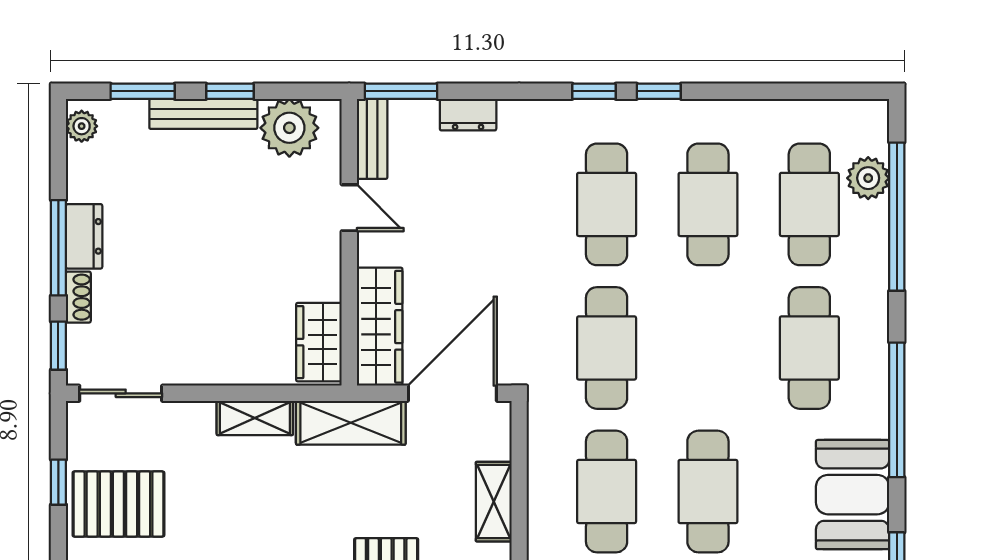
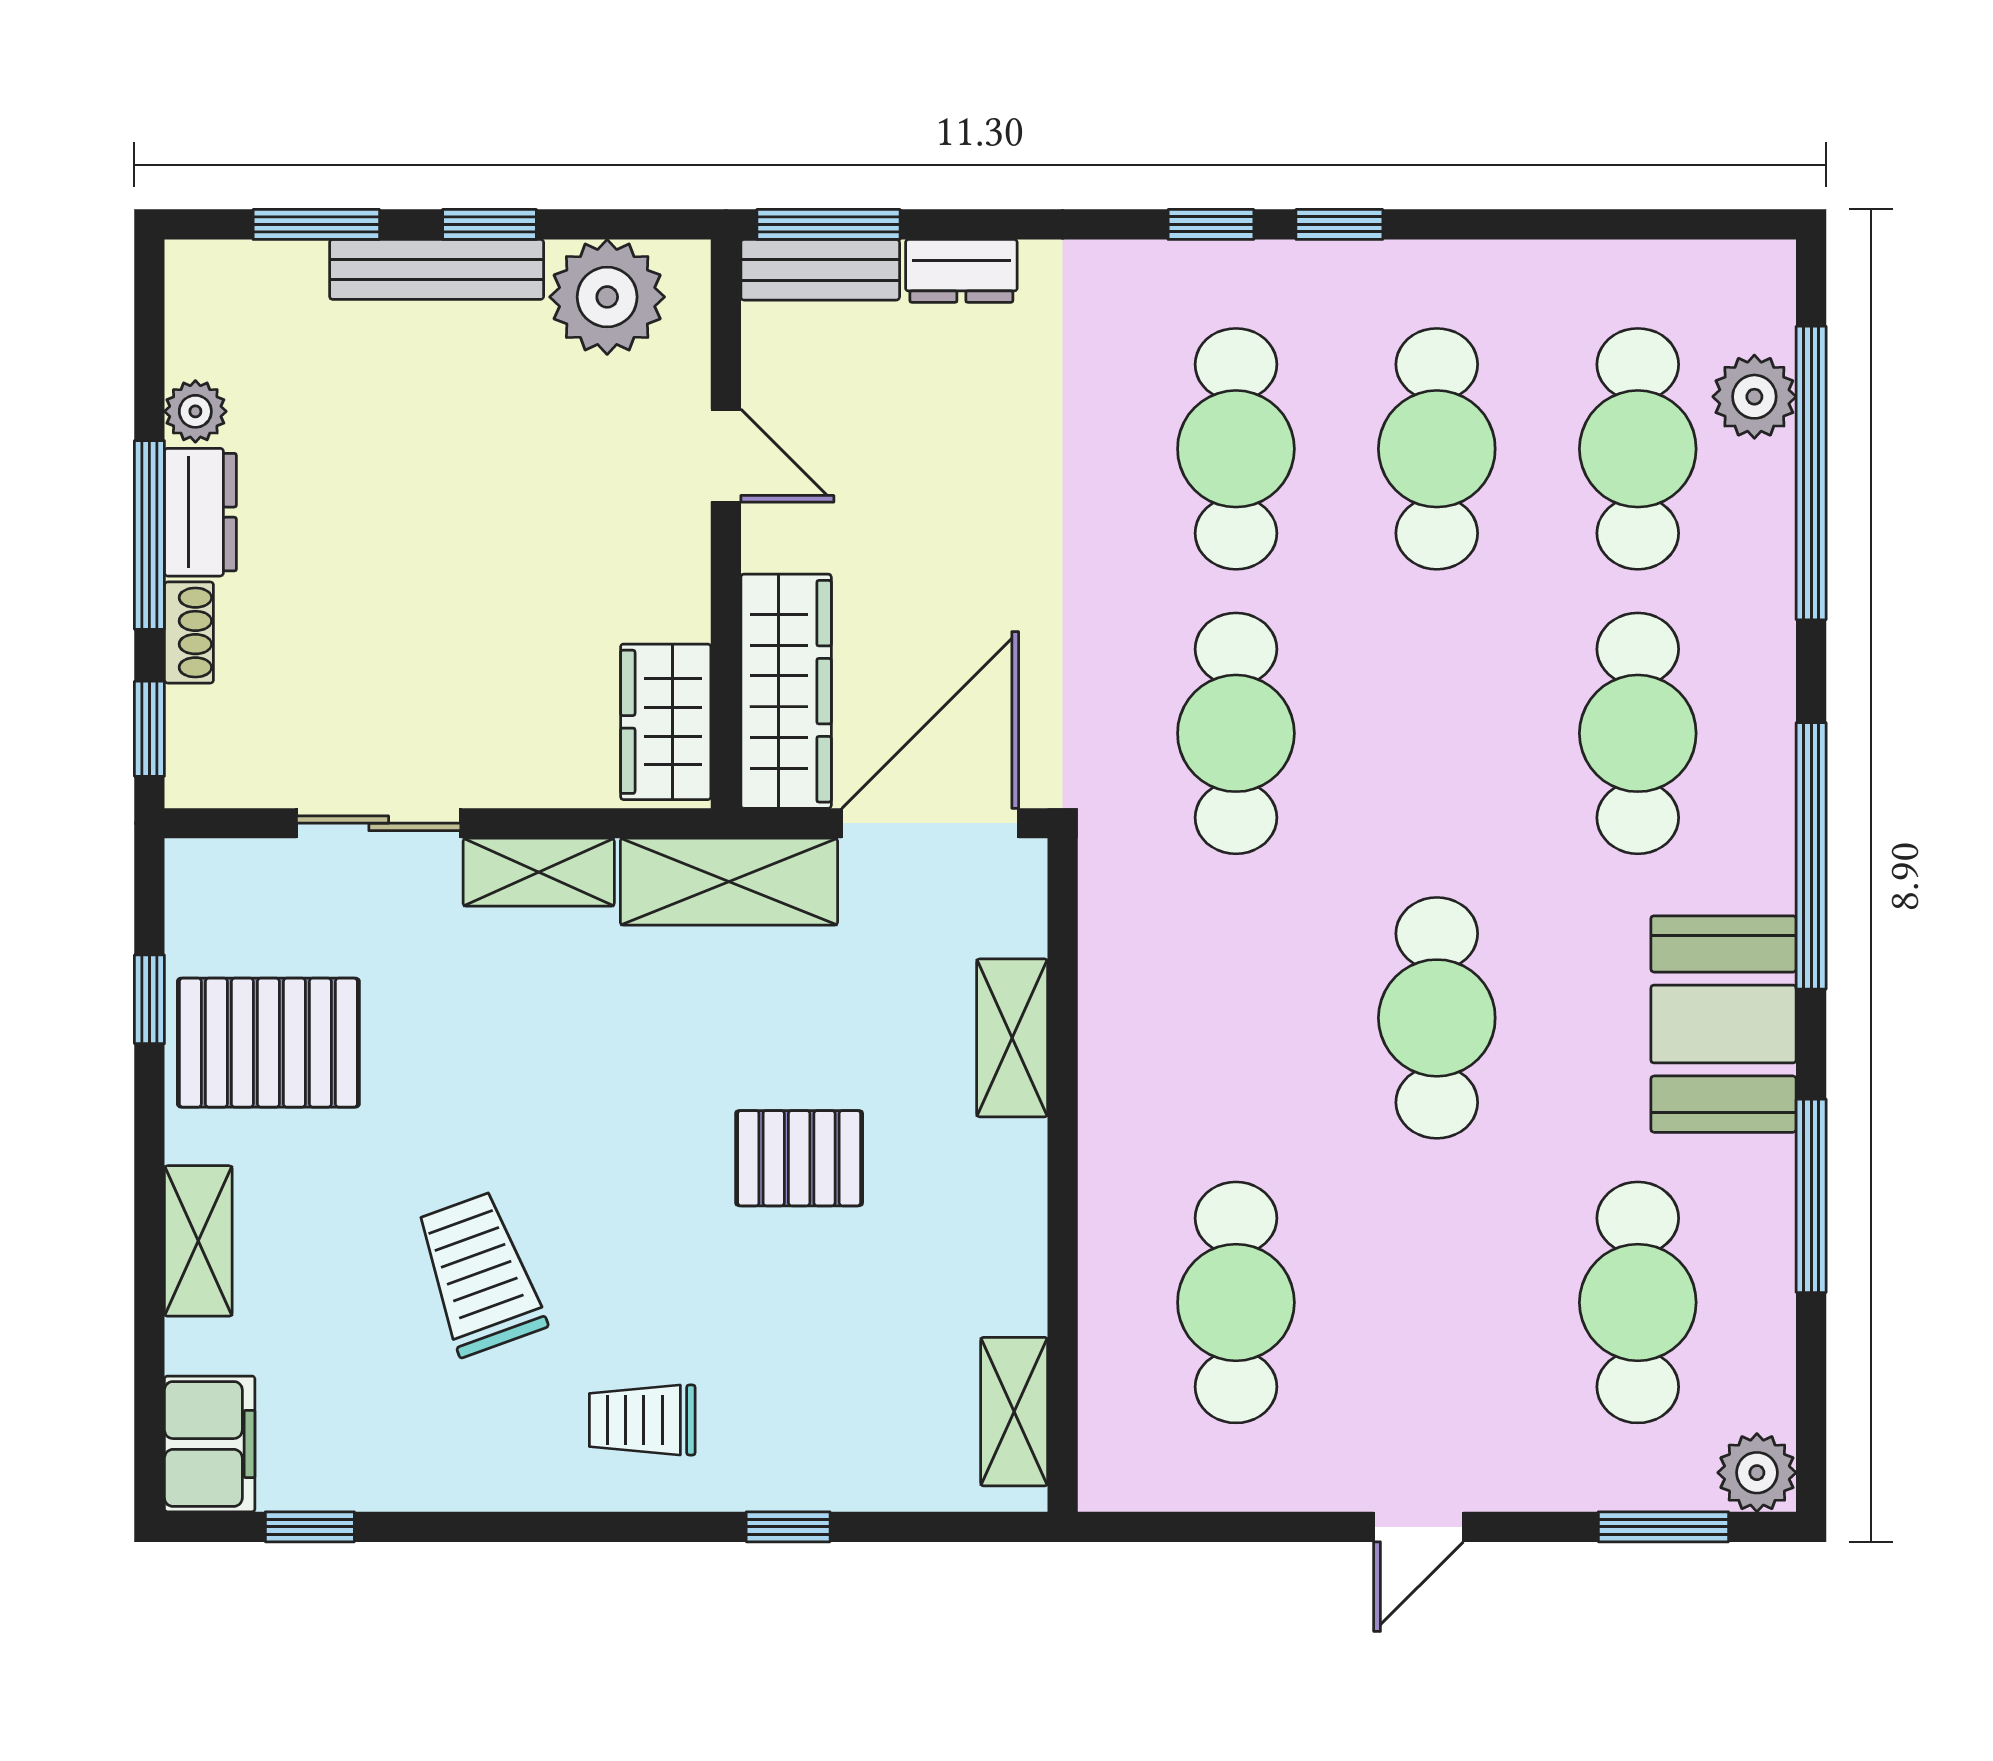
plant: (82, 126) -> (195, 411), moved
bench: (372, 139) -> (820, 270), moved, turned 90
sliding door: (121, 393) -> (379, 823), moved
cafe table: (607, 492) -> (1236, 1018), removed

